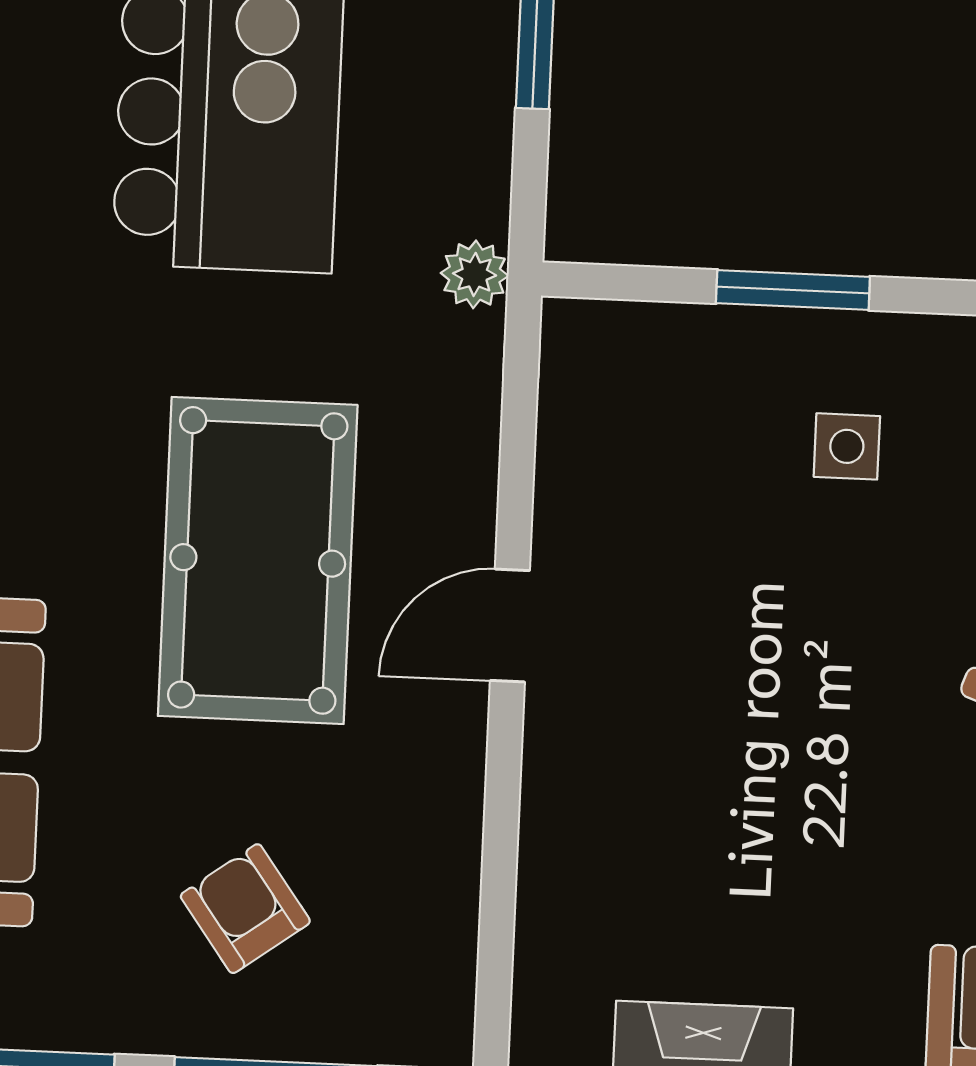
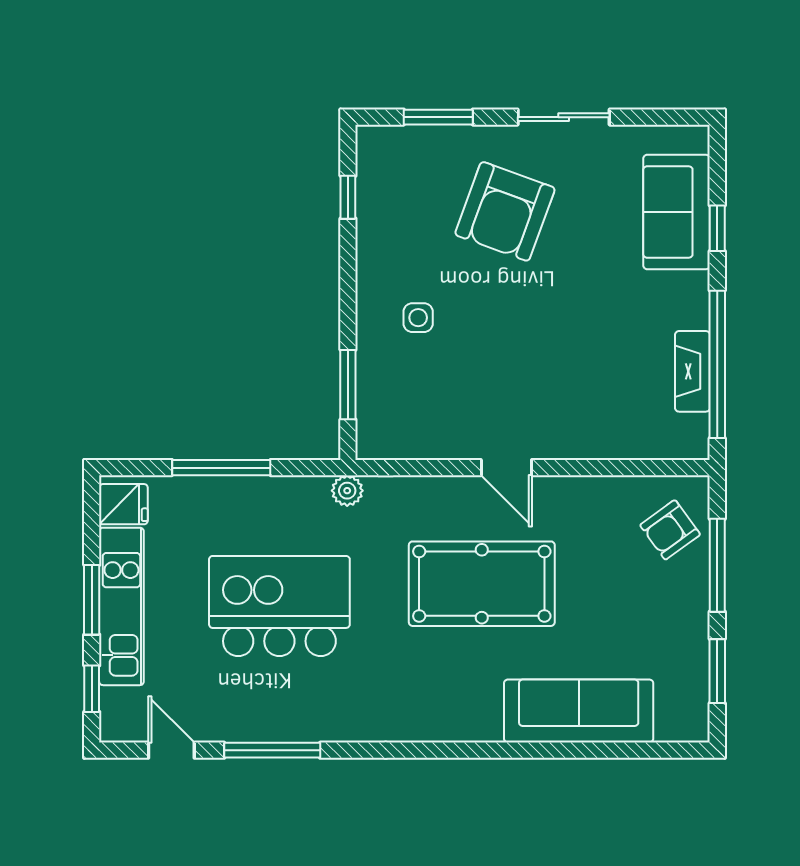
window: (793, 290) -> (348, 385), moved
armchair: (245, 909) -> (670, 530), moved

